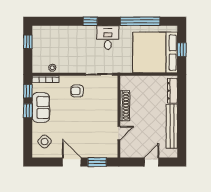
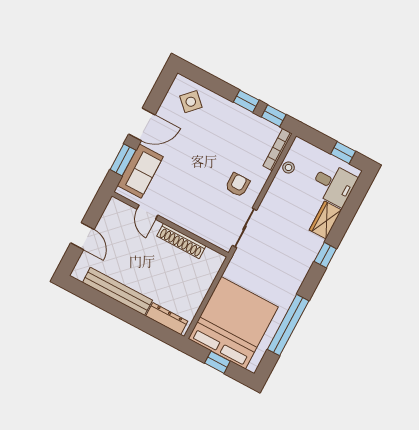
wardrobe: (71, 32) -> (325, 220), added
desk: (108, 38) -> (334, 184), moved
sofa: (41, 107) -> (140, 171), moved, turned -90

